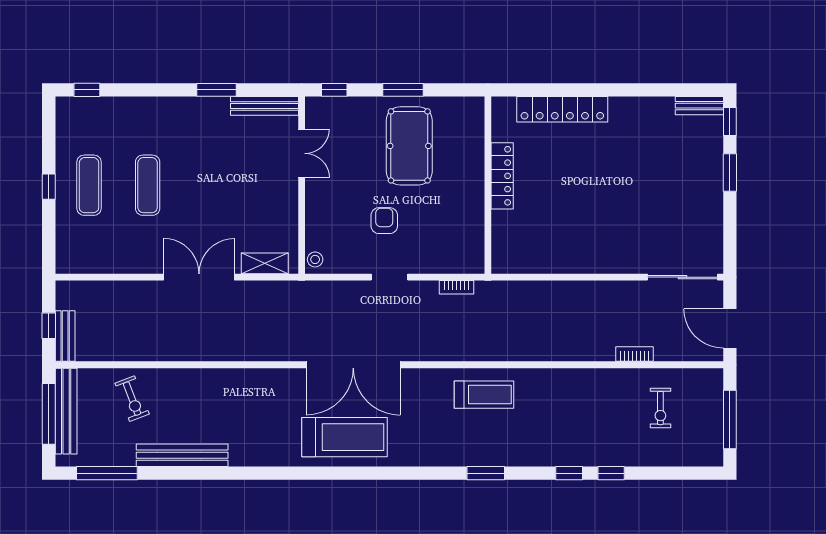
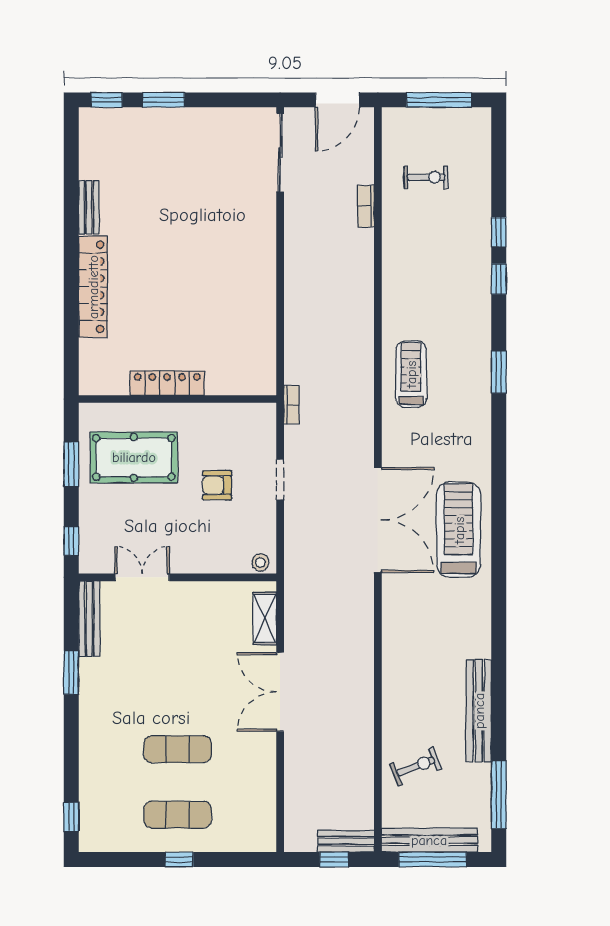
bench: (699, 106) -> (89, 207), moved
locker: (502, 176) -> (167, 383), moved
wall: (488, 185) -> (178, 399), moved

